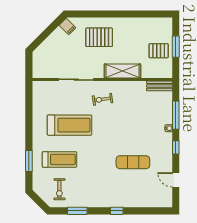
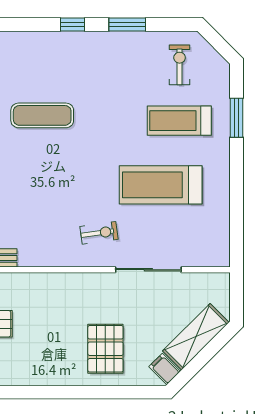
pallet: (99, 37) -> (105, 349), turned 90
shelving: (122, 71) -> (196, 337), moved, turned -45
window: (77, 211) -> (127, 25), moved

